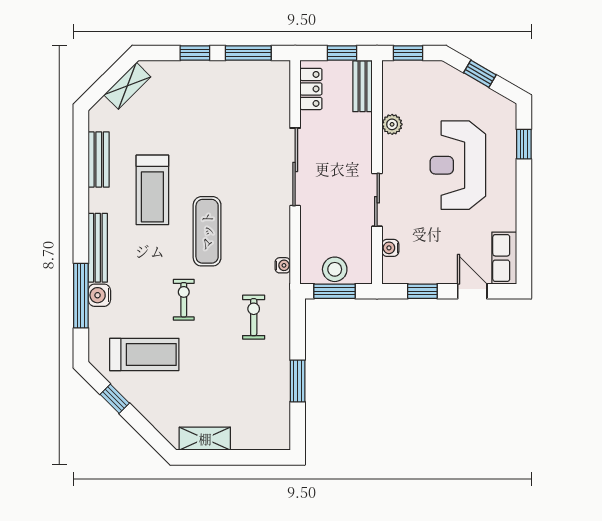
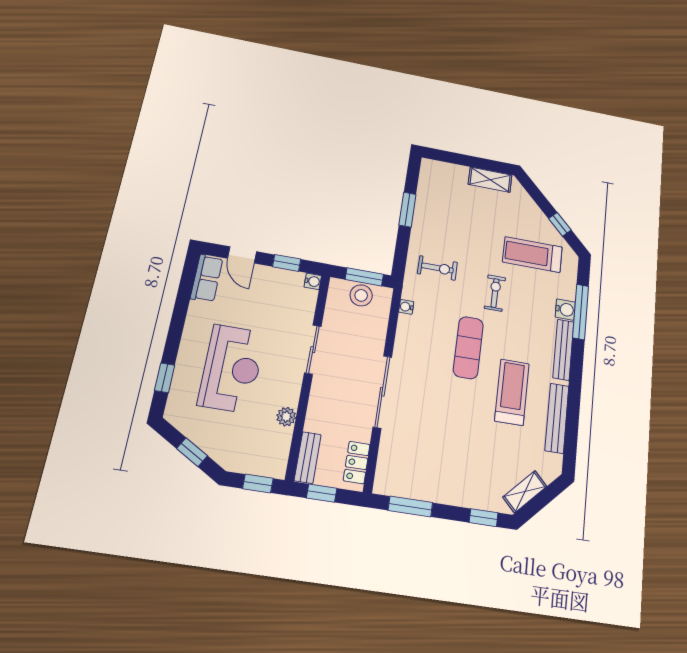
window: (195, 53) -> (484, 518), moved
bench: (99, 160) -> (557, 418), width x1.36
water cooler: (390, 248) -> (313, 281), moved
exercise bike: (184, 300) -> (495, 293), turned 180
exercise bike: (254, 317) -> (437, 268), turned -90

